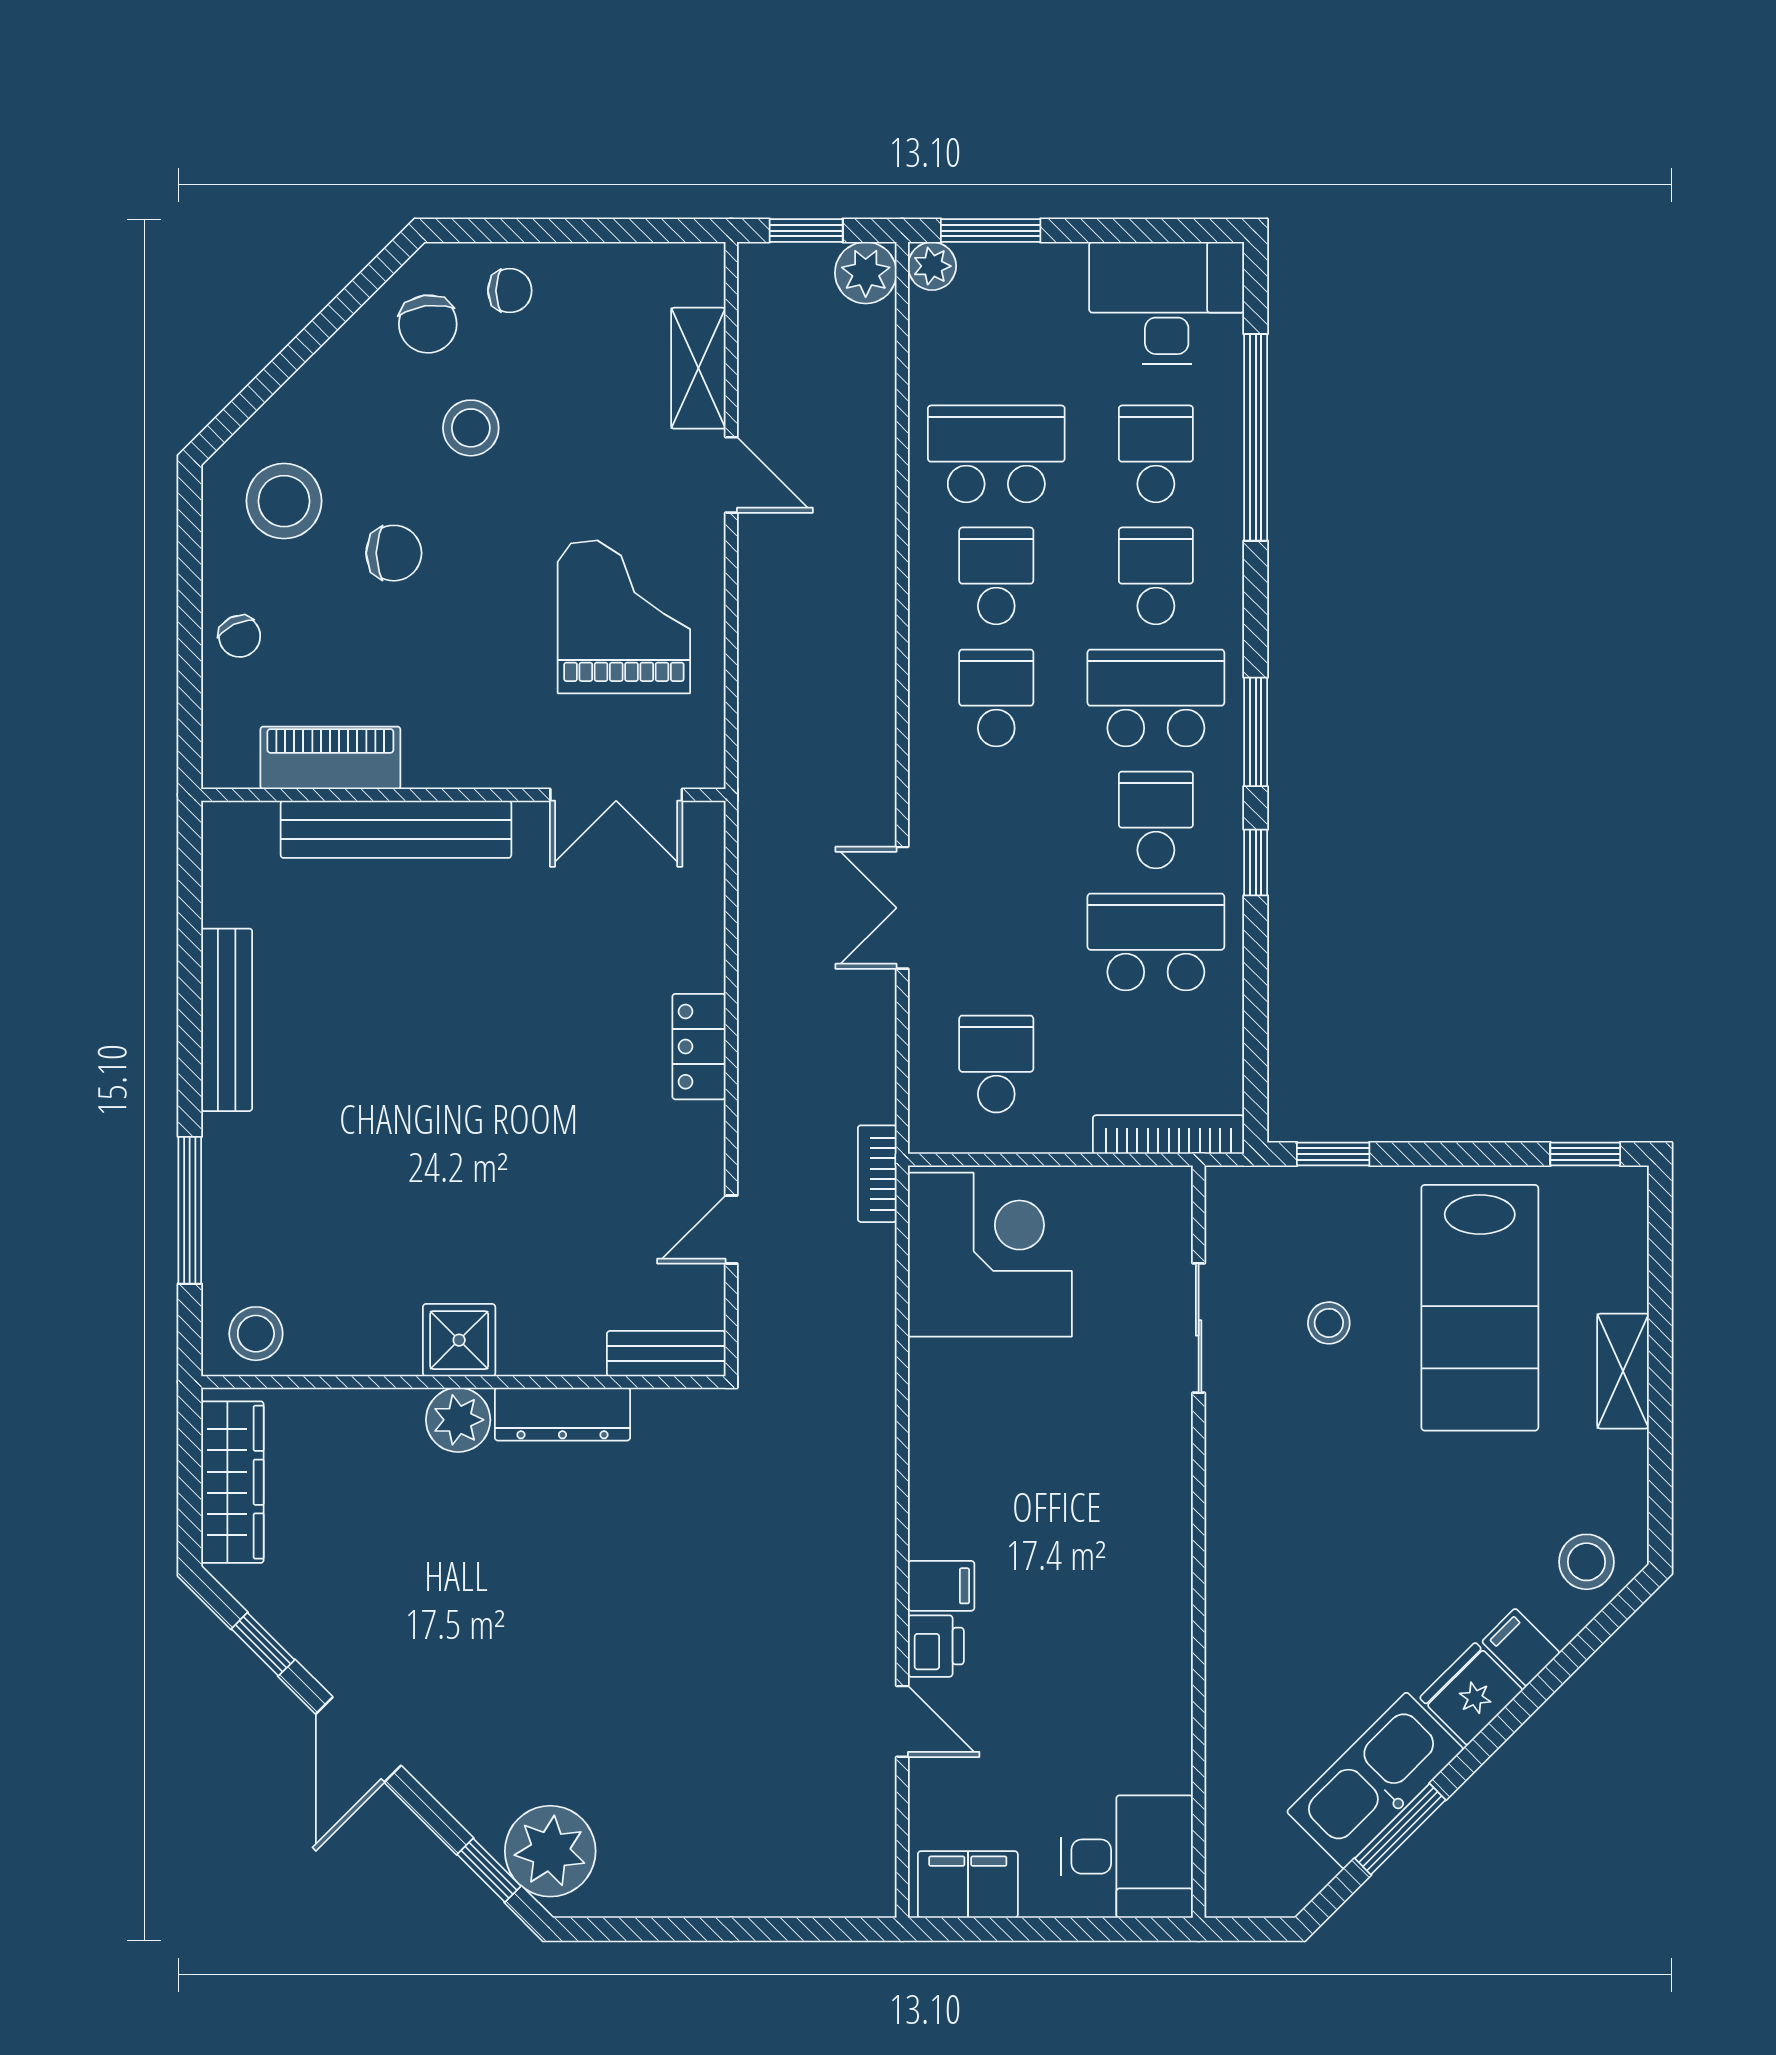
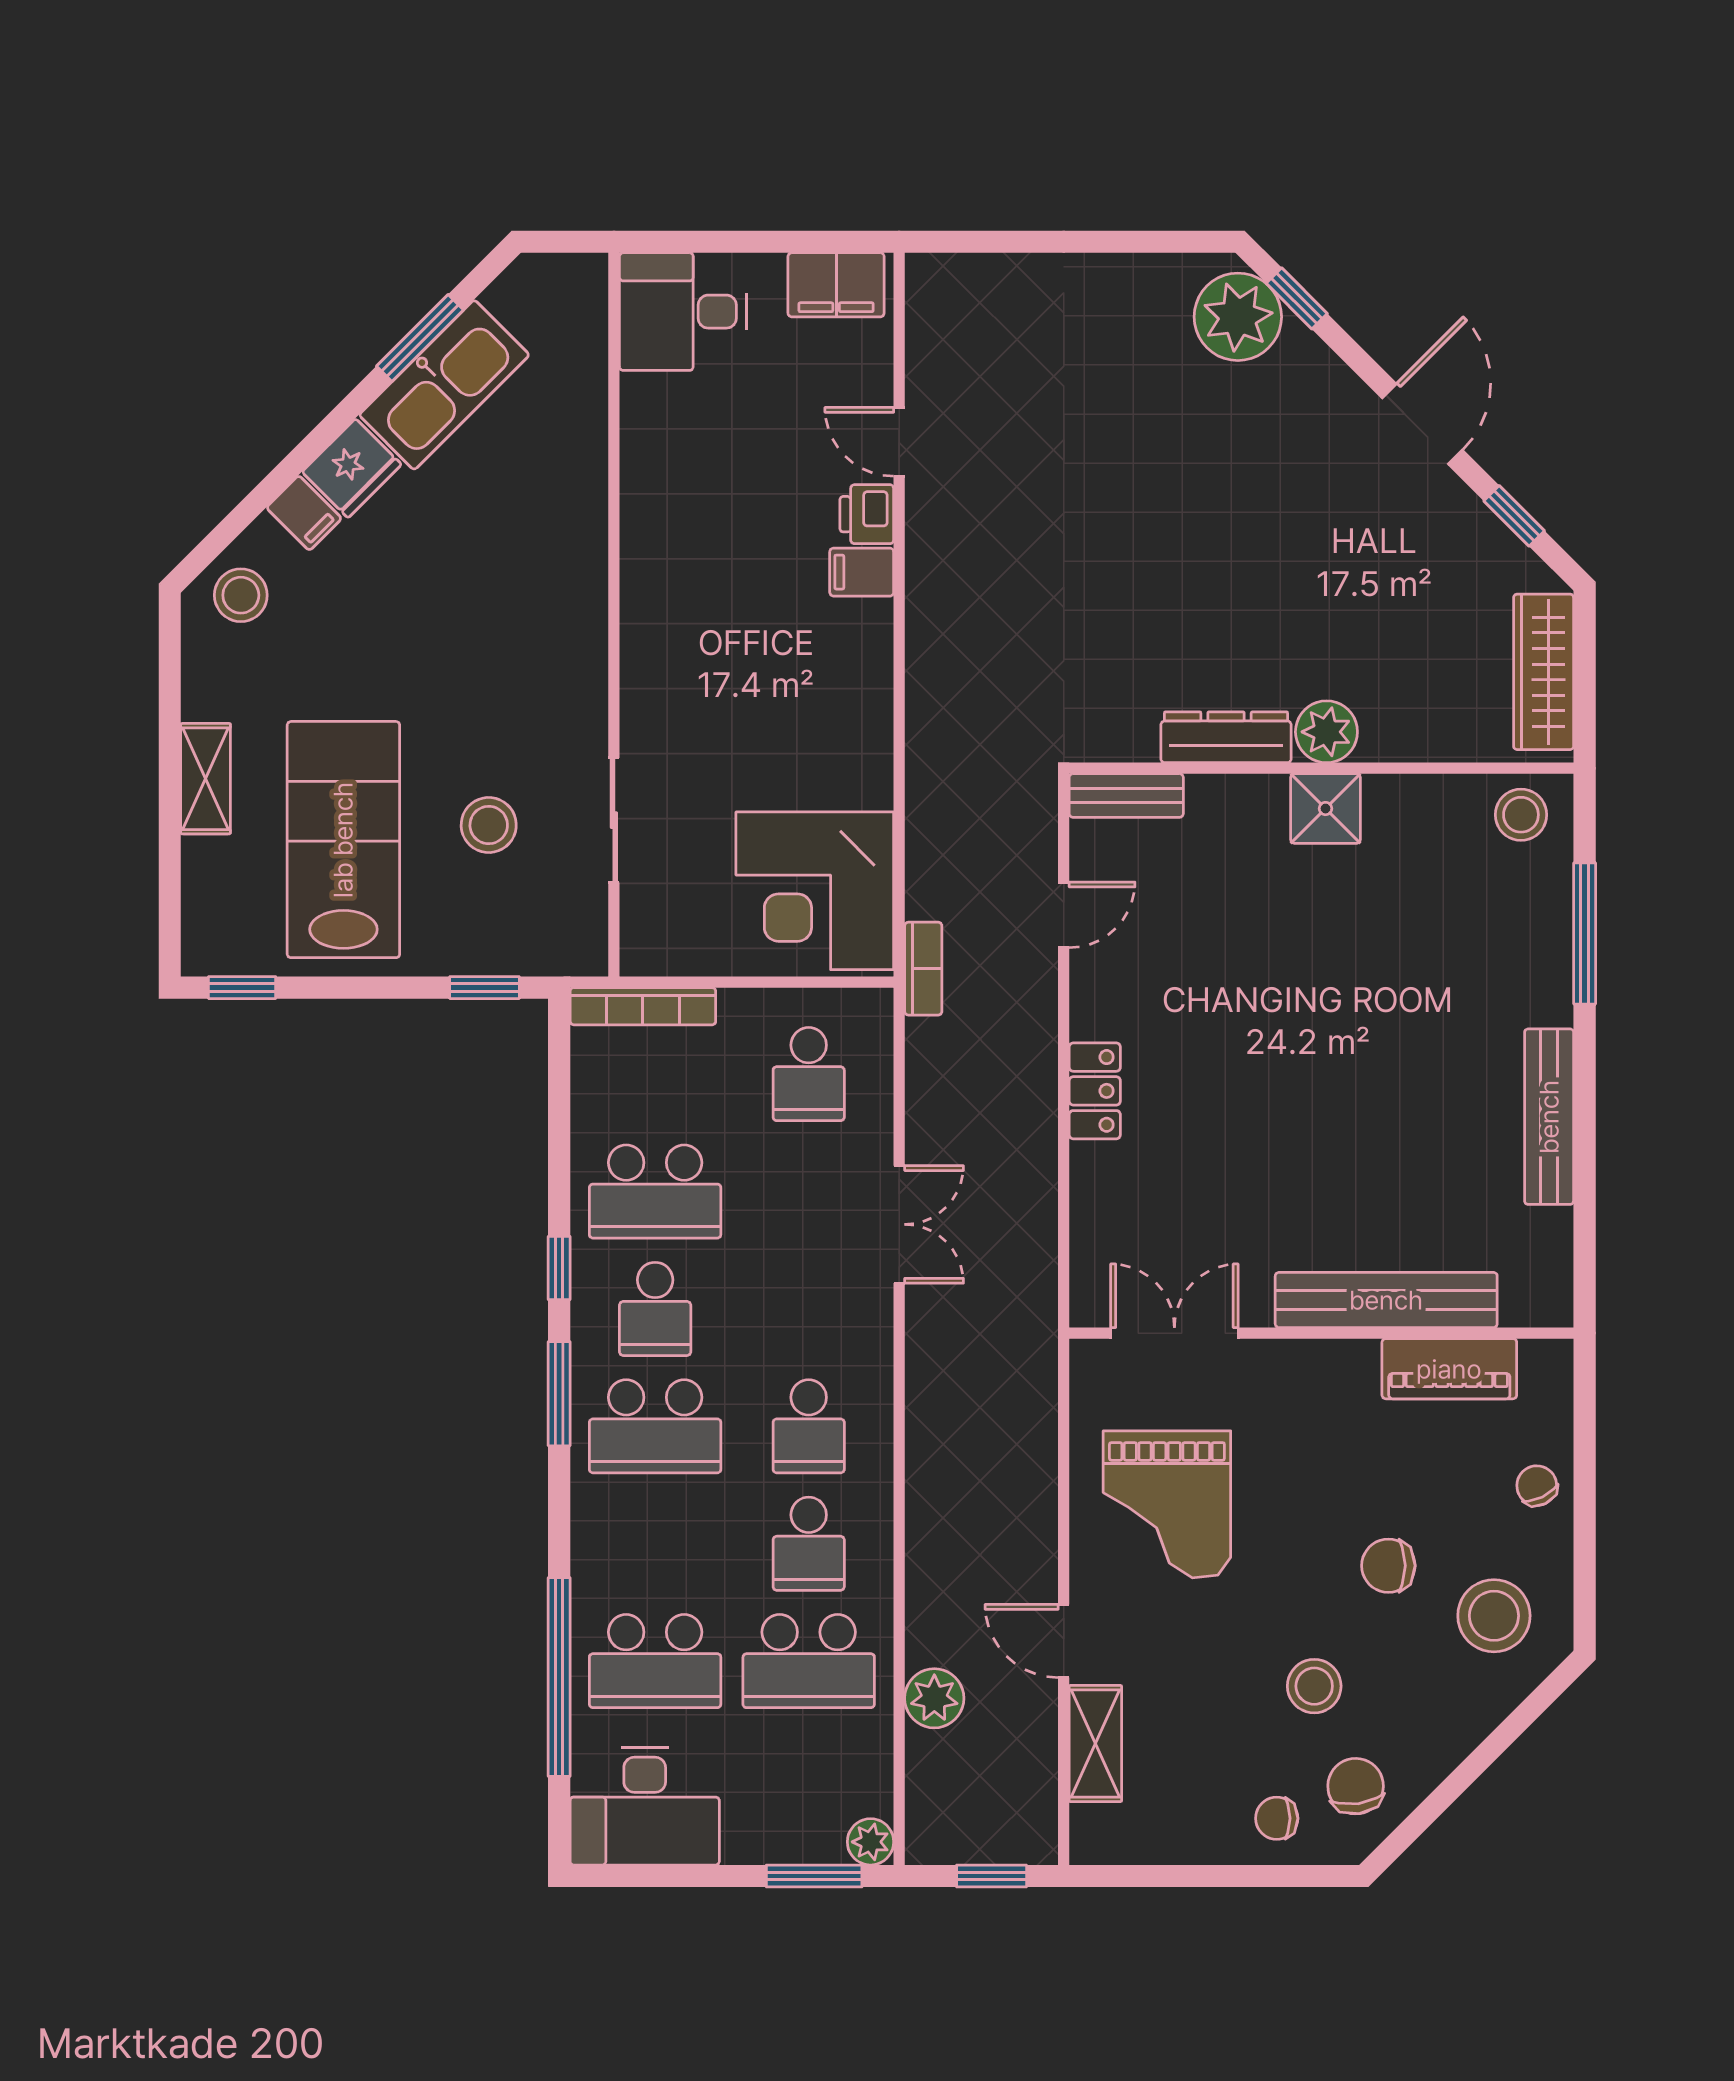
plant: (866, 273) -> (934, 1698), moved
school desk: (1156, 454) -> (655, 1661), width x1.85
school desk: (1156, 576) -> (655, 1544), removed
stool: (1329, 1323) -> (489, 825), width x1.37, depth x1.37

